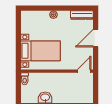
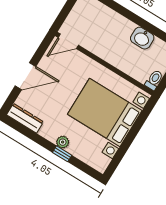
window: (50, 8) -> (62, 154), added
bed with nightstands: (40, 51) -> (105, 112), width x1.36

